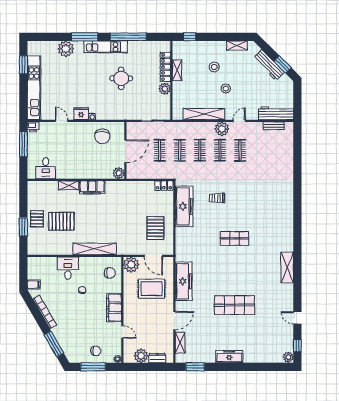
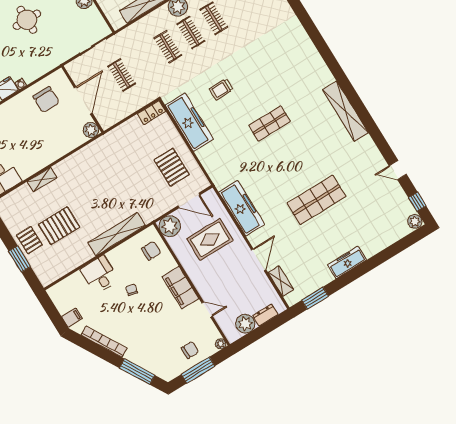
clothes rail: (180, 150) -> (145, 61), removed
filing cabinet: (92, 187) -> (70, 165), removed
shelving: (287, 268) -> (345, 111), width x1.47

